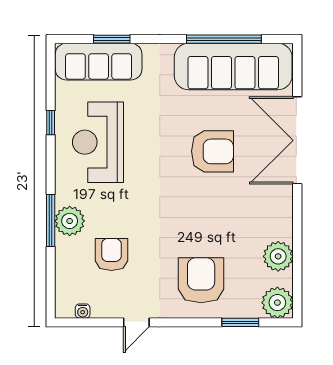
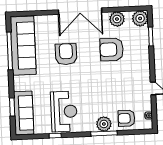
double door: (297, 140) -> (80, 11), moved
reception desk: (98, 142) -> (64, 112), turned -90
armchair: (111, 255) -> (126, 118), moved
armchair: (201, 280) -> (112, 49), moved

